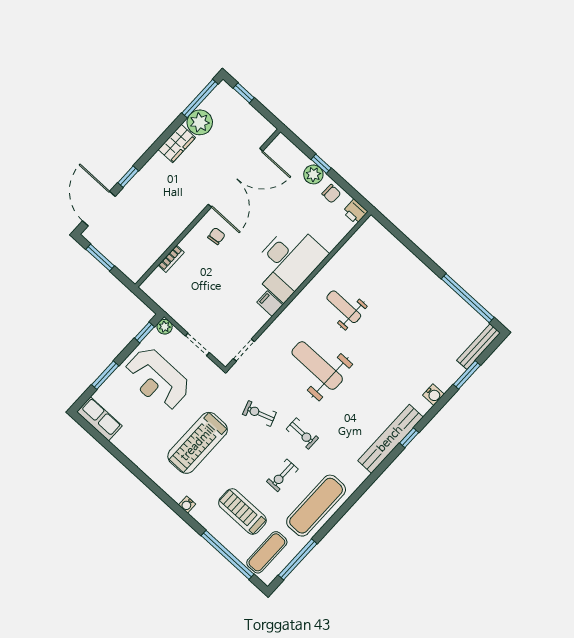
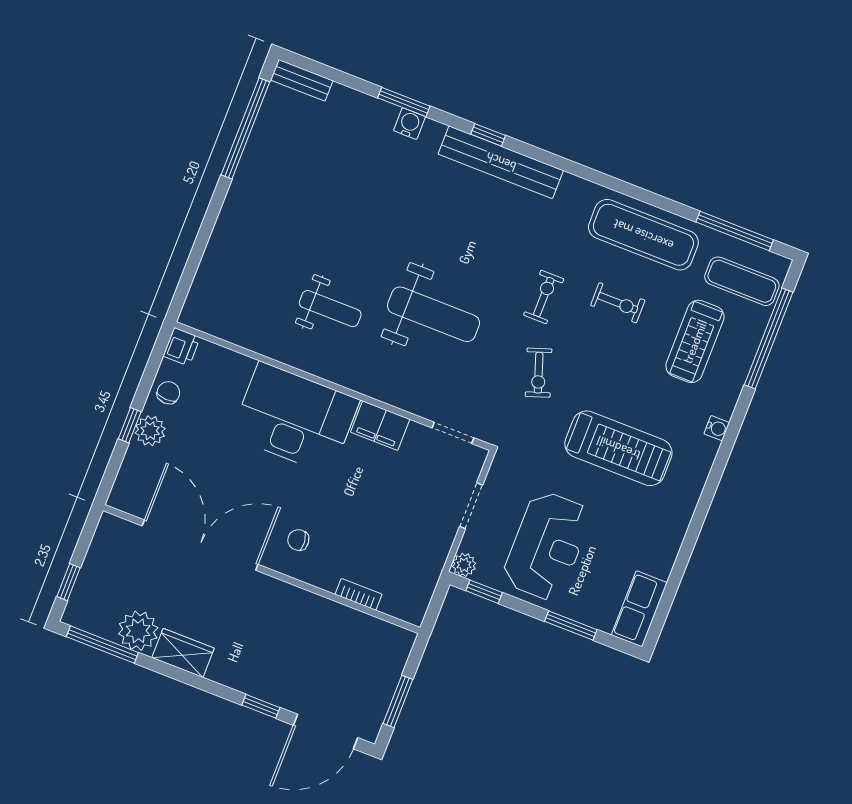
filing cabinet: (270, 304) -> (380, 426), width x2.00
weight bench: (344, 307) -> (330, 309), turned -90
bench: (478, 347) -> (302, 80), width x0.73
weight bench: (317, 366) -> (433, 314), turned -90
window: (467, 375) -> (404, 102), moved

